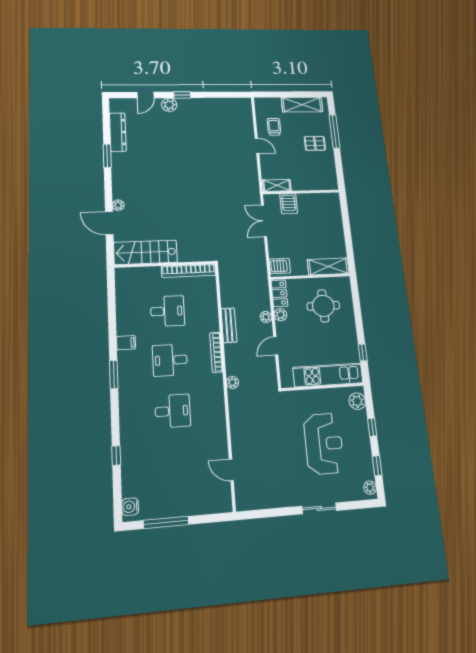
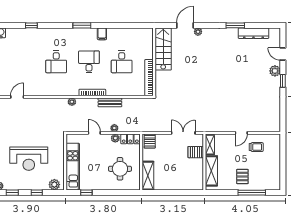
shelving: (302, 105) -> (211, 171), moved

